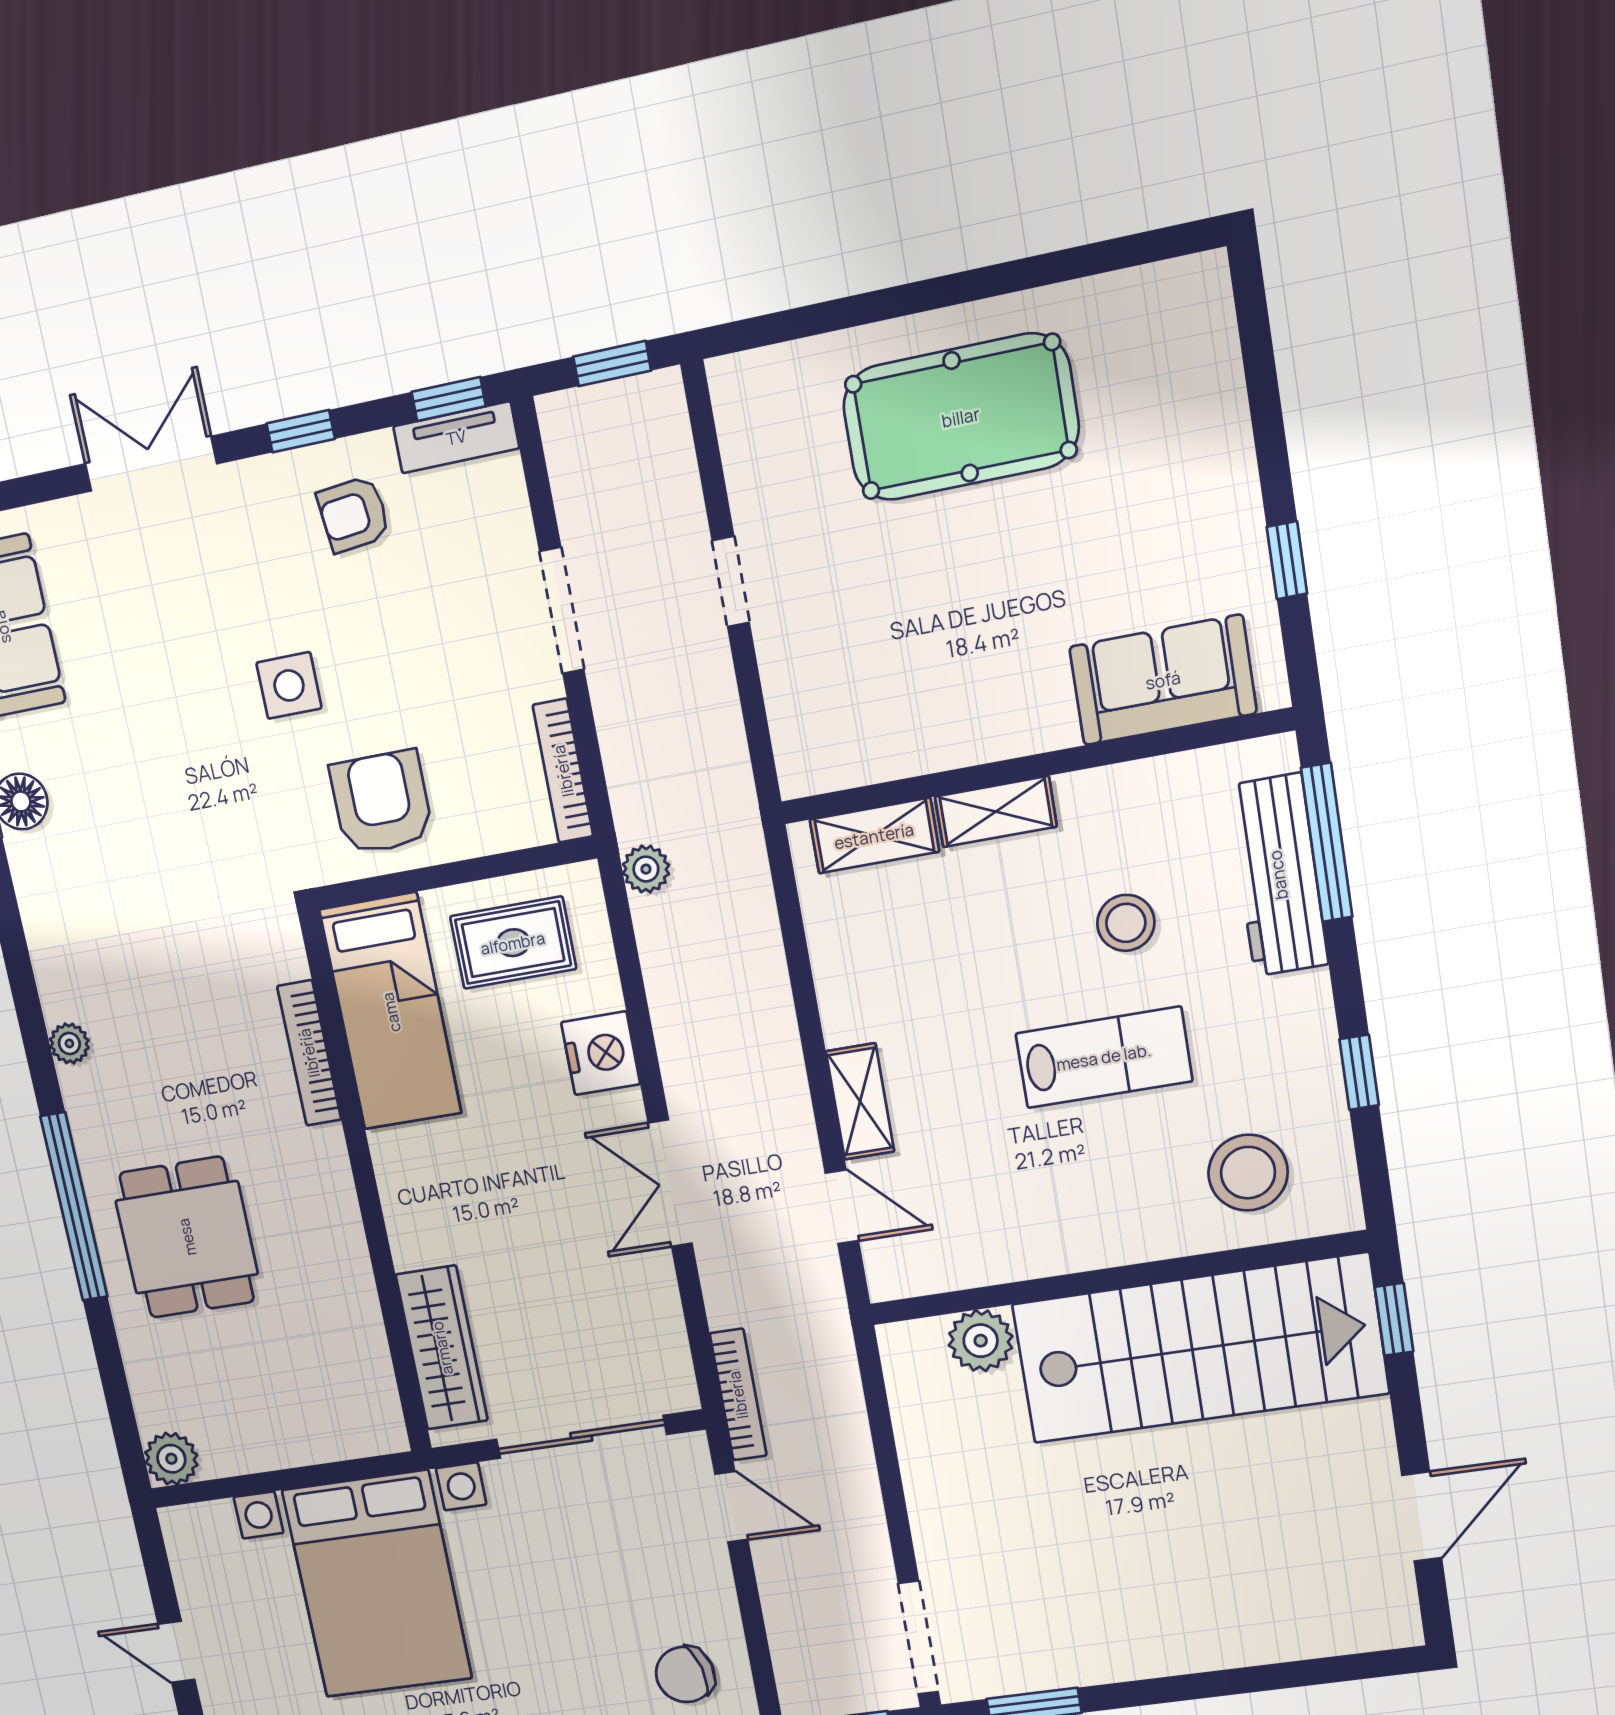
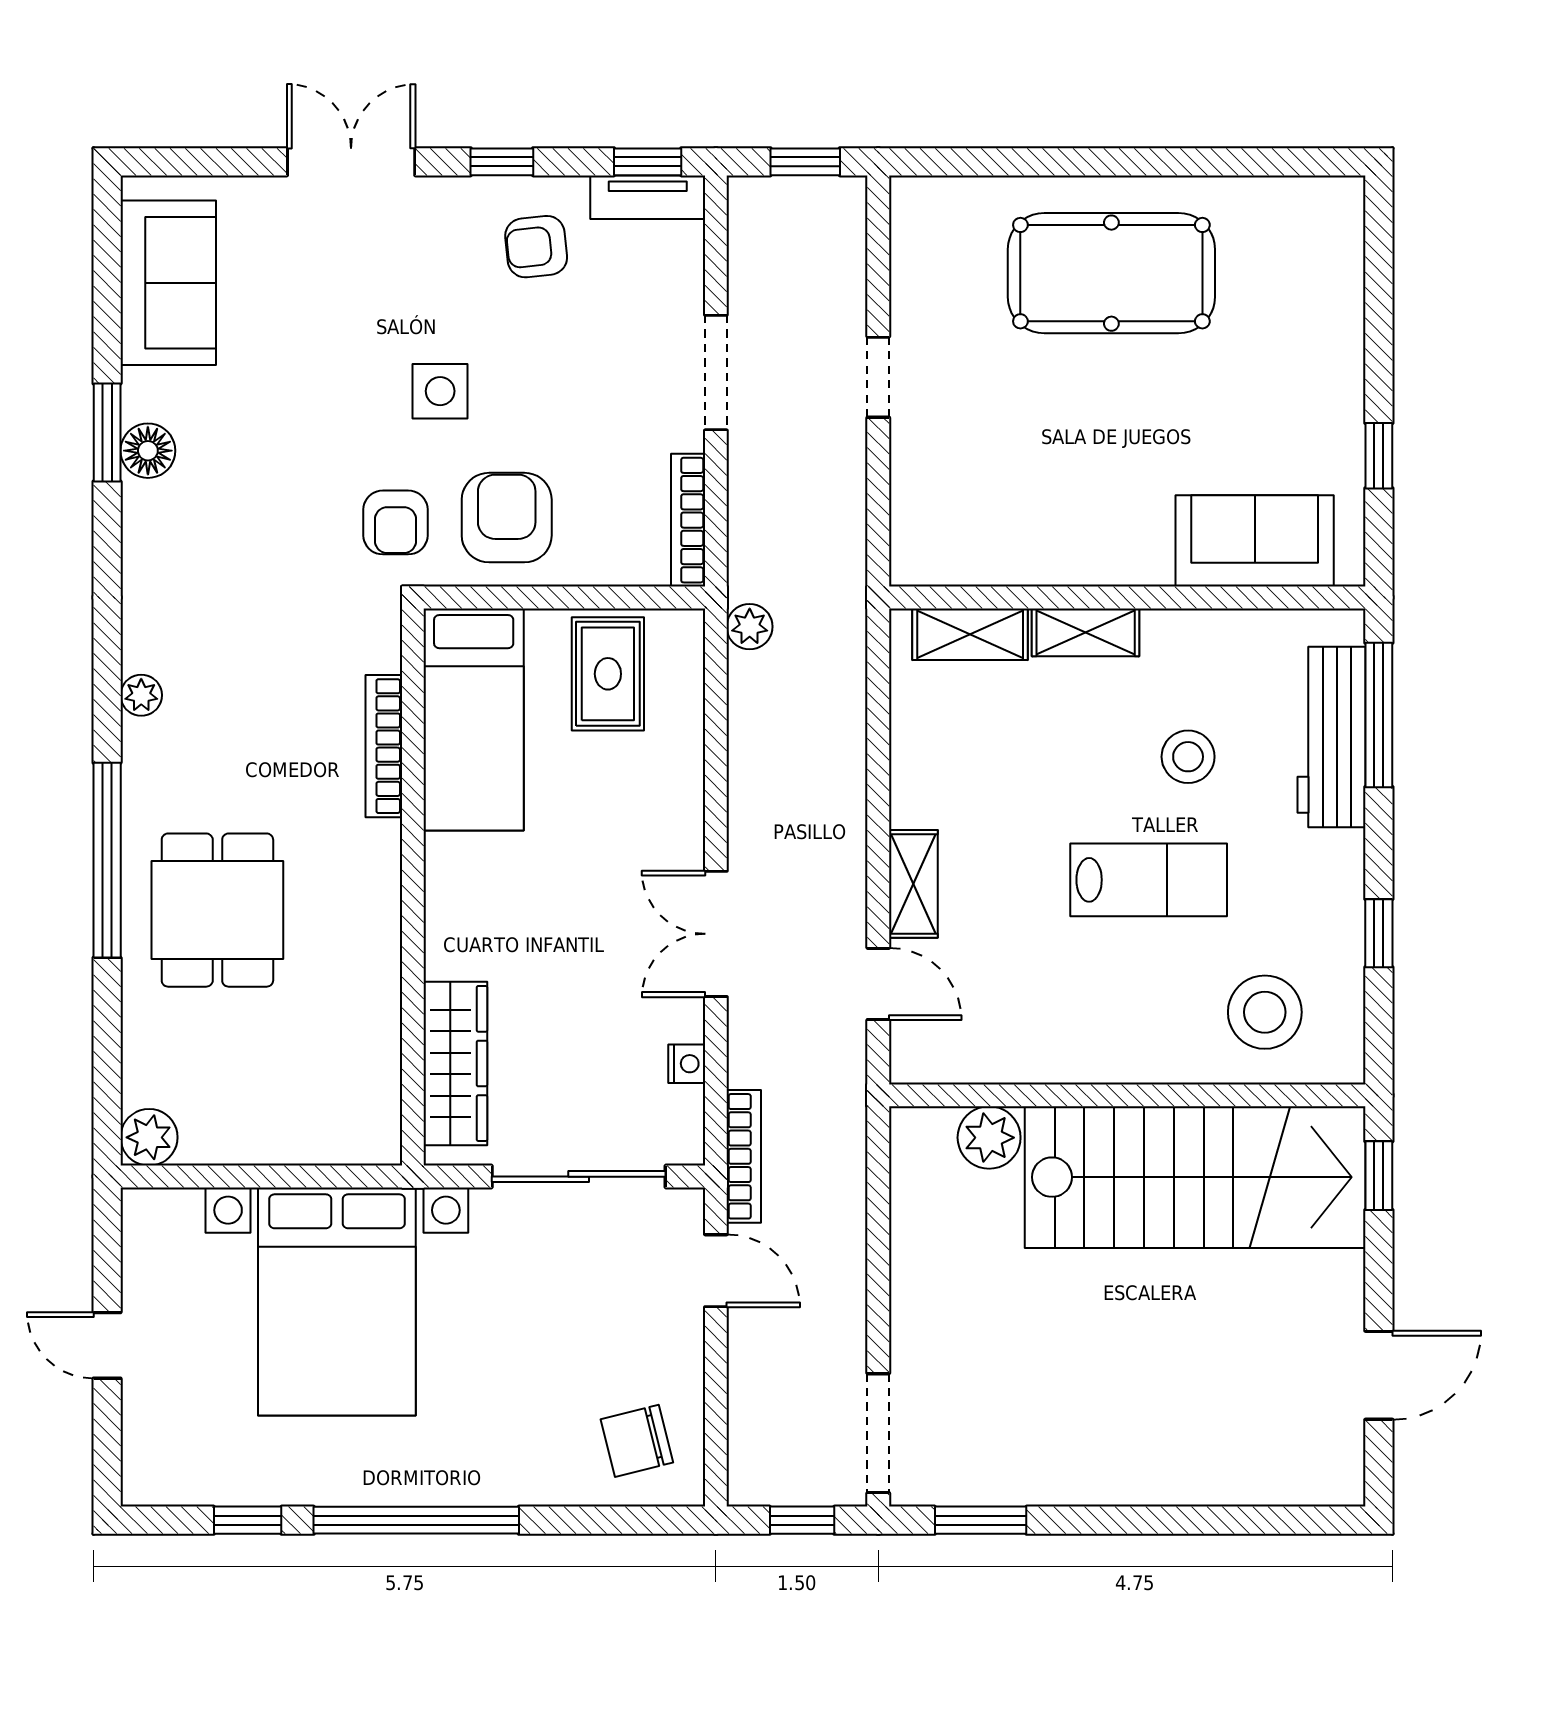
armchair: (274, 828) -> (396, 522), added
rug: (513, 943) -> (608, 674), turned 90
nightstand: (601, 1053) -> (687, 1064), moved, width x0.53, depth x0.56

